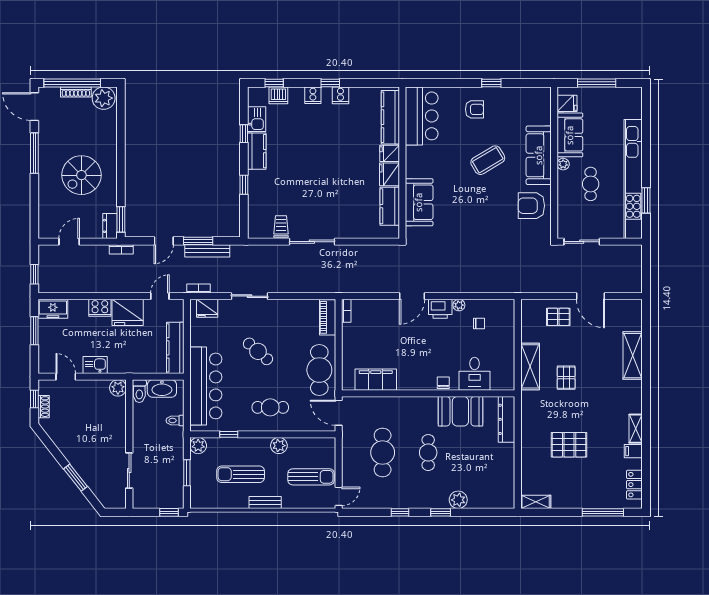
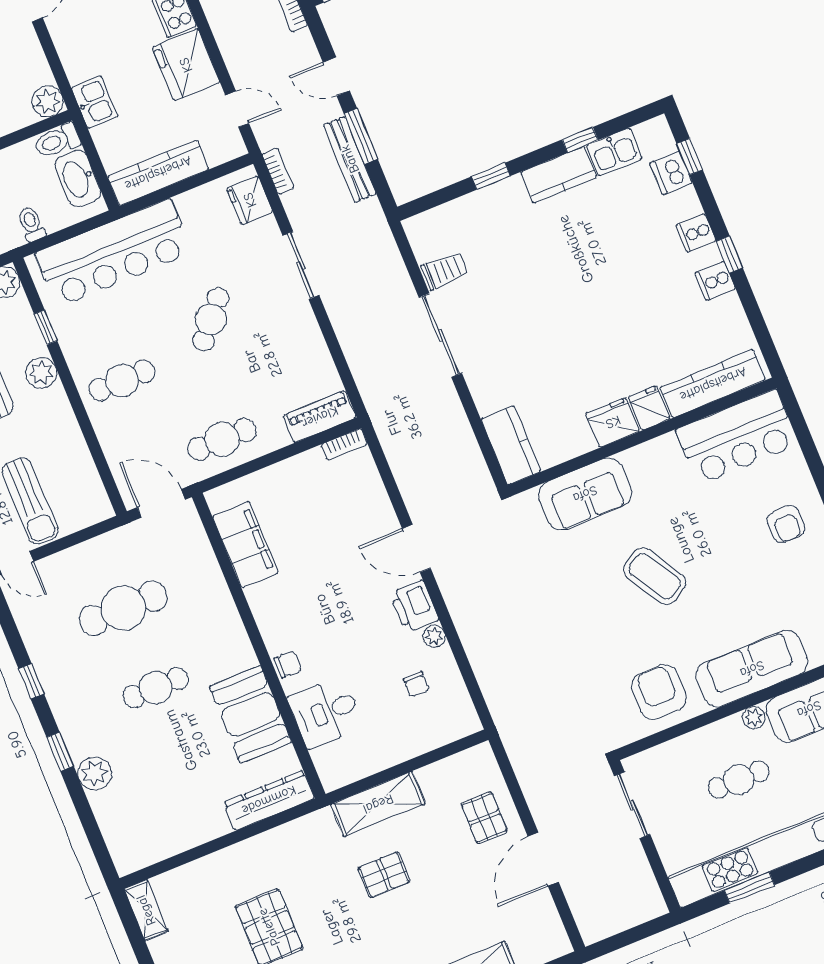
coffee table: (488, 160) -> (655, 576), moved
kitchen counter: (390, 206) -> (511, 445), moved, turned 90
kitchen sink: (95, 365) -> (95, 102), moved
cafe table: (319, 370) -> (222, 439), width x0.73, depth x0.74
cafe table: (270, 407) -> (122, 381), turned 90
door: (339, 413) -> (161, 503), hinge flipped
plant: (279, 446) -> (41, 373), moved

